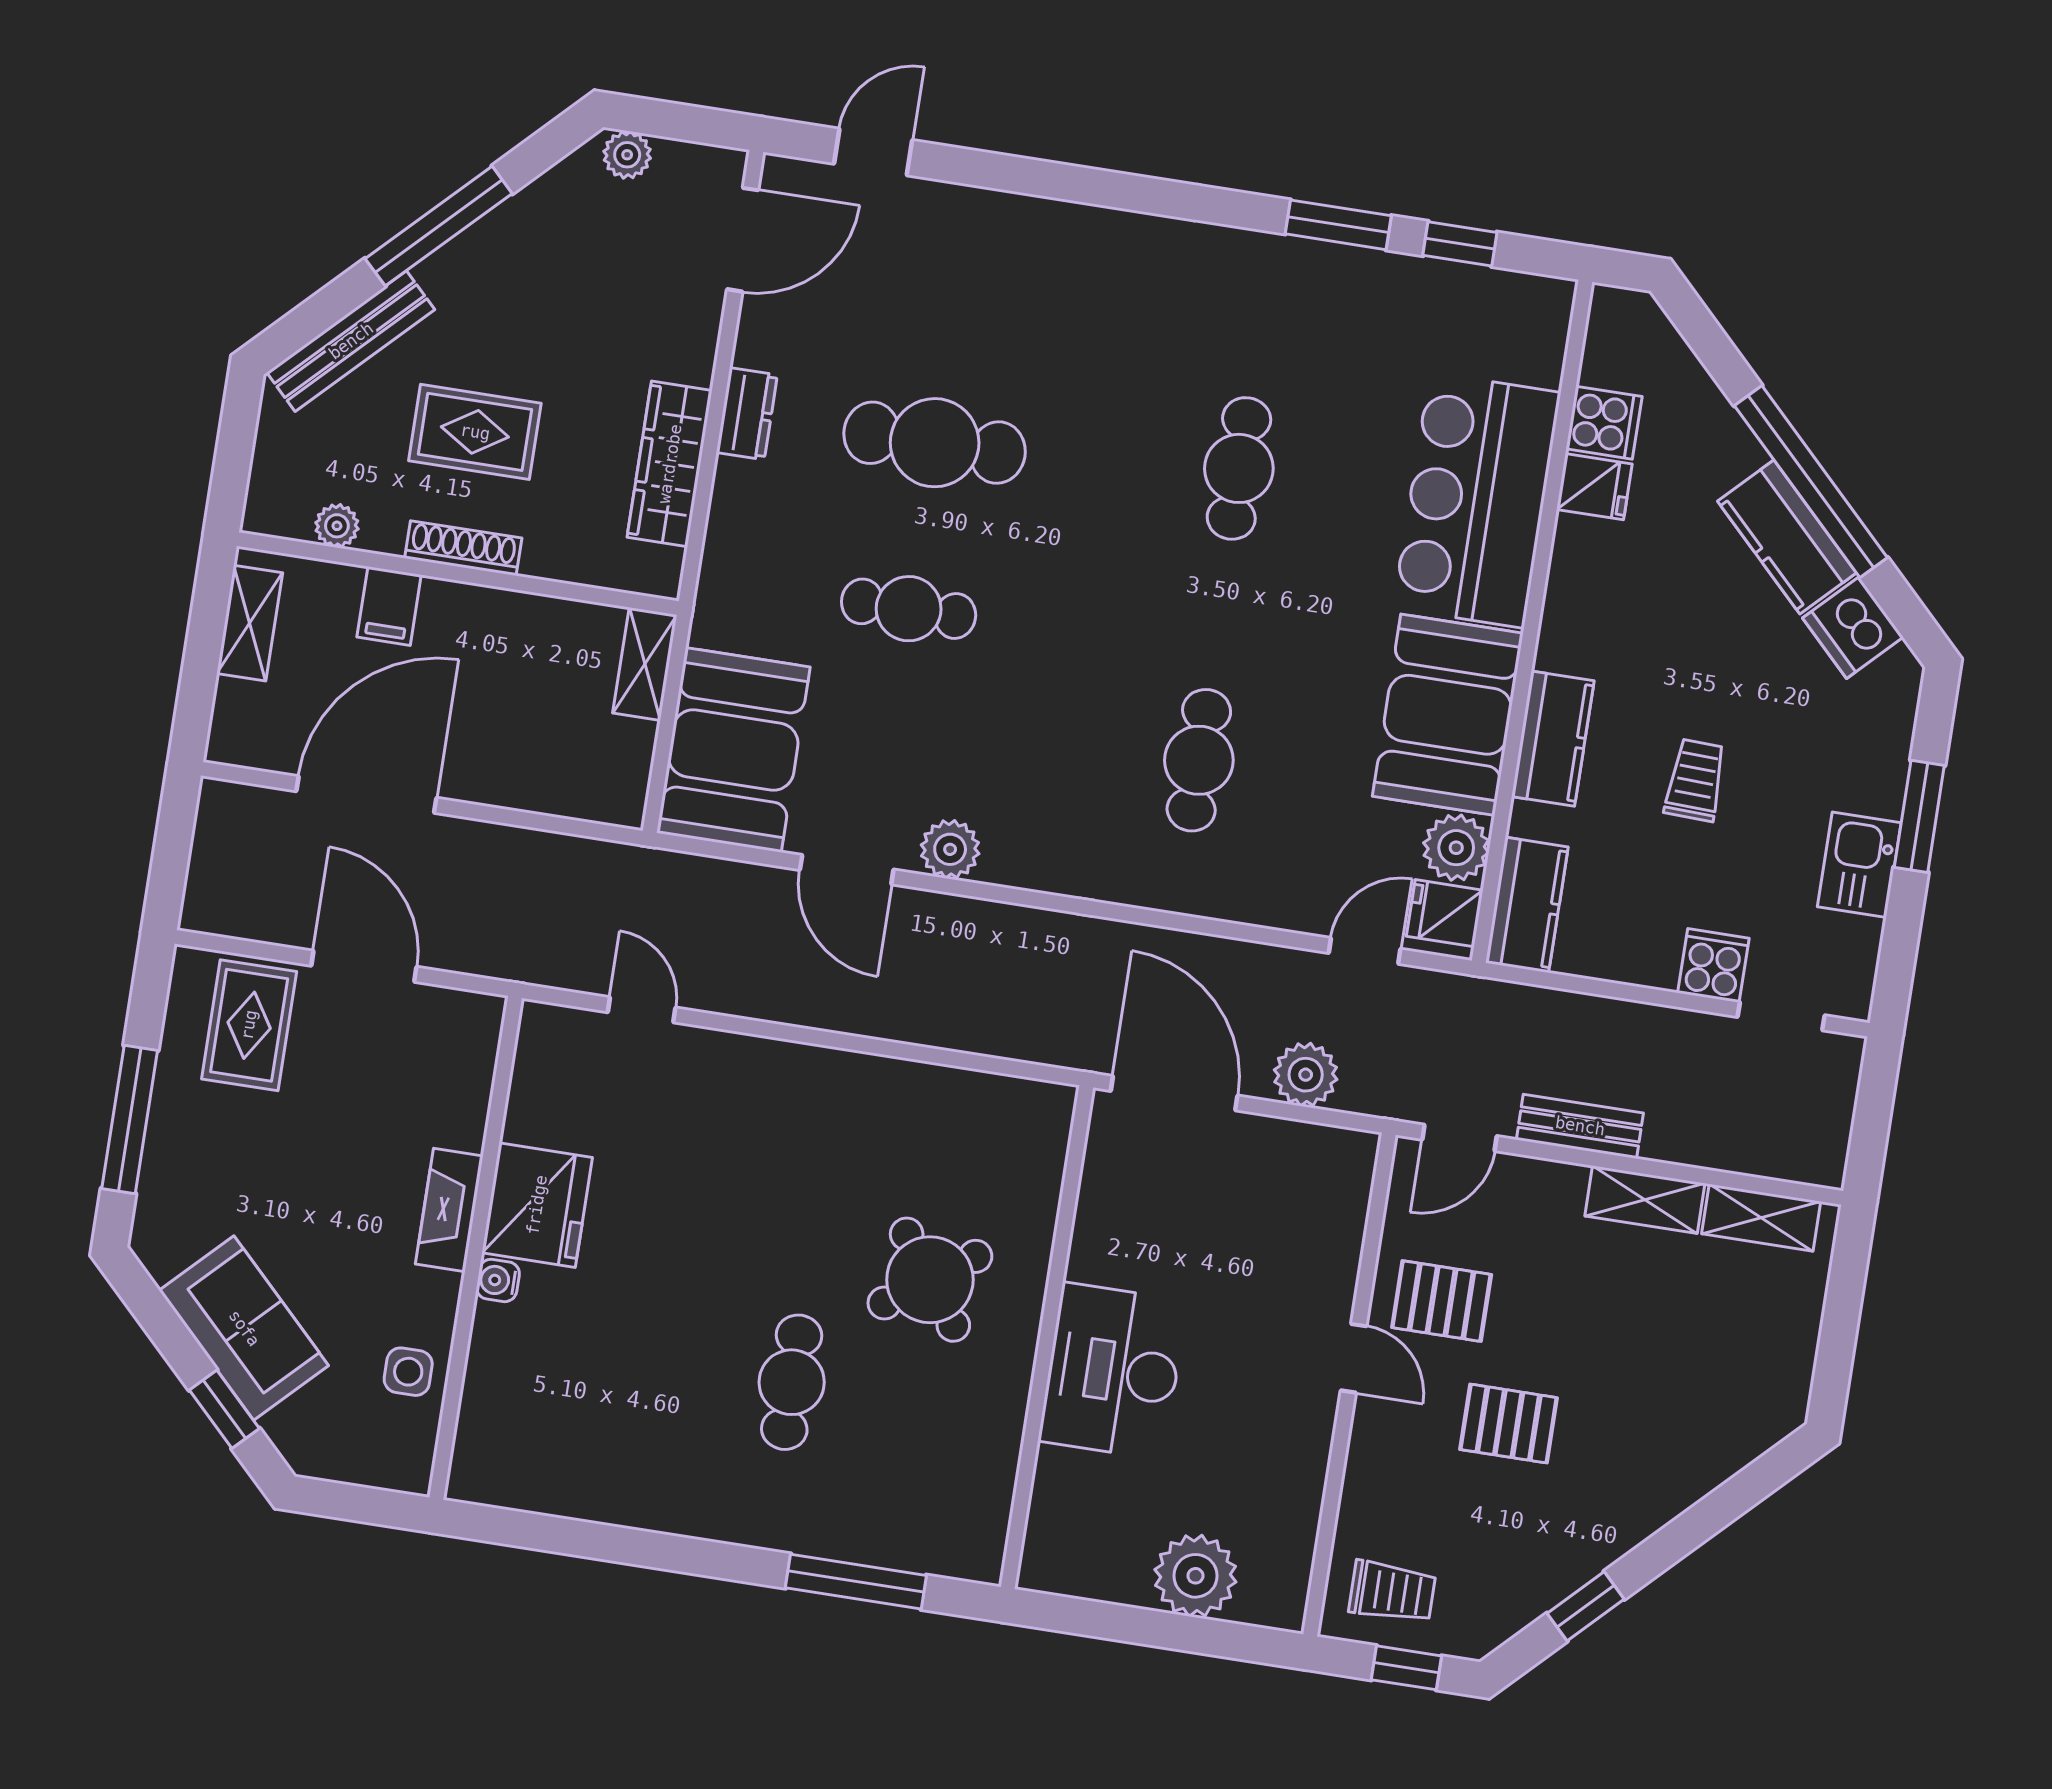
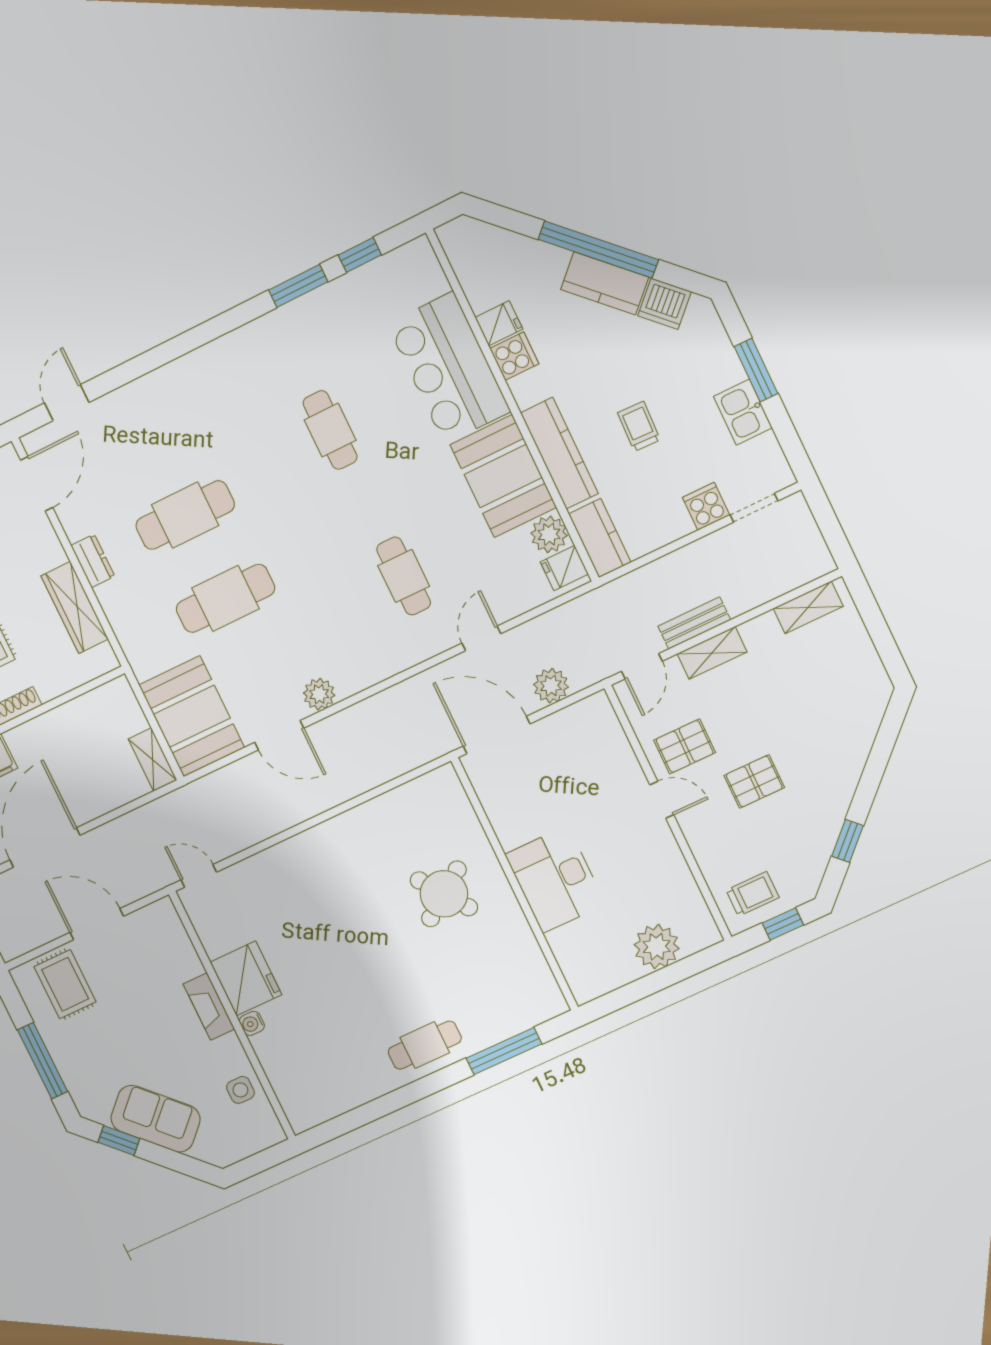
cooker: (1604, 423) -> (514, 356), moved
cafe table: (909, 609) -> (225, 598), width x1.37, depth x1.35
shelving: (645, 664) -> (153, 760), moved
kitchen counter: (1553, 739) -> (559, 453), width x1.50
door: (1365, 951) -> (481, 638), moved
door: (642, 1010) -> (199, 876), moved
shelving: (1645, 1200) -> (712, 653), moved
cafe table: (792, 1382) -> (425, 1045), moved, turned 90
window: (224, 1409) -> (119, 1140), moved

